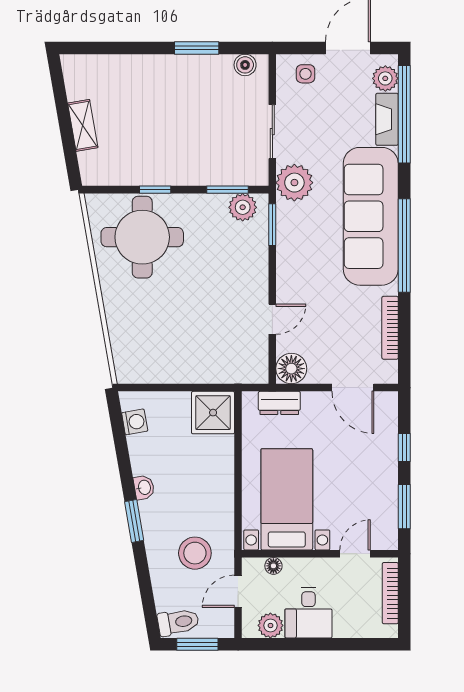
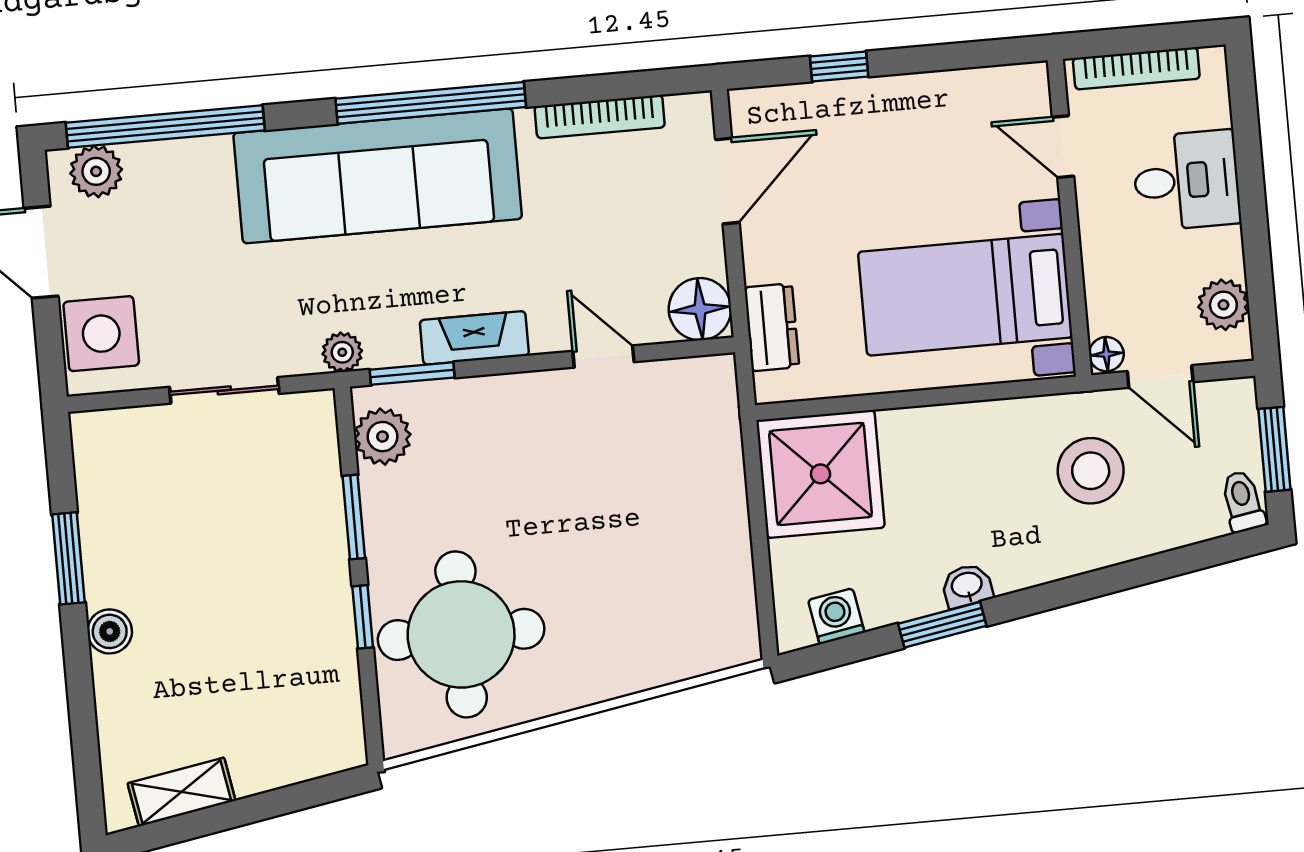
boiler: (245, 65) -> (110, 631), moved
side table: (305, 74) -> (101, 334), width x1.87, depth x1.87
fireplace: (387, 119) -> (474, 338), moved, turned 180
shelving: (83, 125) -> (182, 792), moved
plant: (294, 183) -> (342, 352), width x0.53, depth x0.53
window: (227, 190) -> (354, 517), moved
shower: (213, 413) -> (821, 474), width x1.37, depth x1.37
window: (404, 507) -> (959, 56), removed
window: (134, 521) -> (942, 625), moved
floor lamp: (273, 566) -> (1106, 354), moved
desk: (308, 613) -> (1186, 180), moved
toilet: (178, 622) -> (1243, 501), width x0.73, depth x0.72

